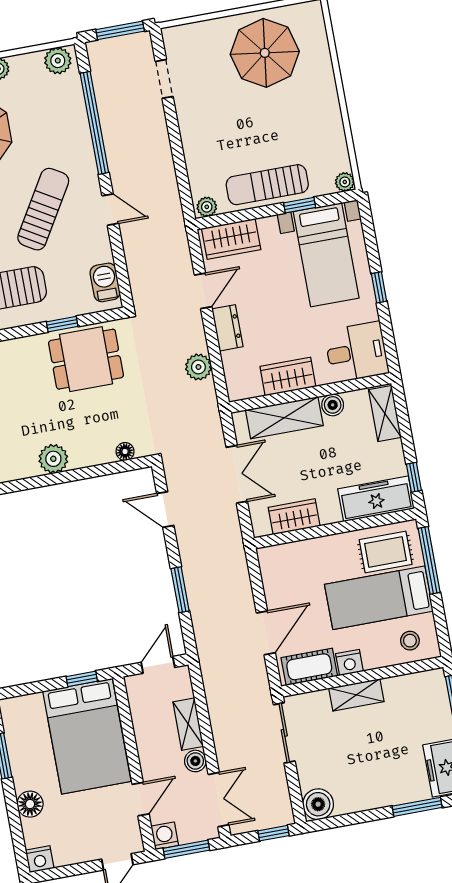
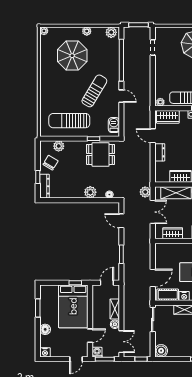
door: (203, 291) -> (153, 136), swing flipped
plant: (198, 367) -> (145, 192), moved
plant: (53, 459) -> (90, 192), moved

